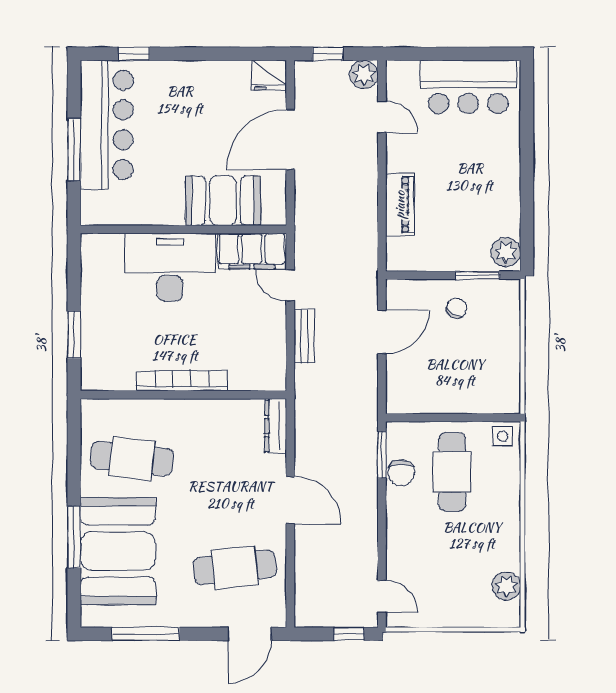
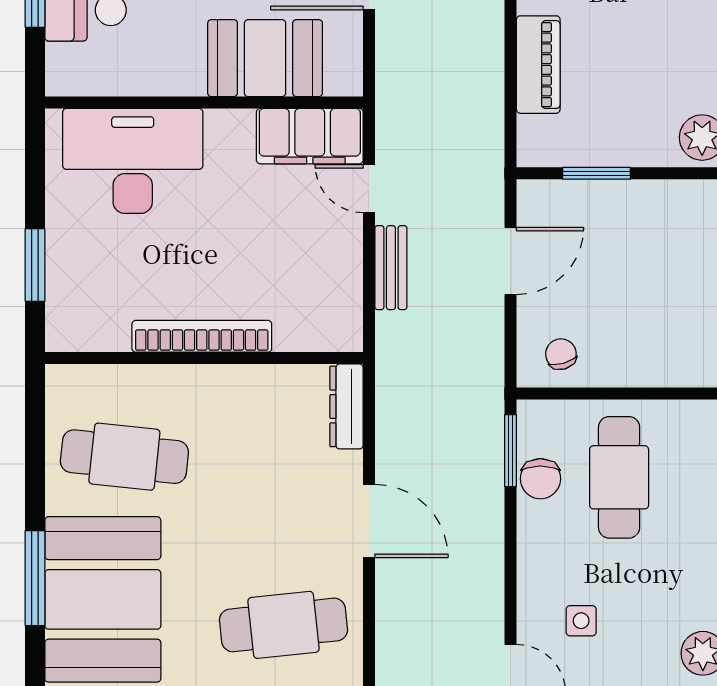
desk: (170, 267) -> (133, 161), moved
window: (478, 275) -> (596, 173), moved
chair: (456, 308) -> (561, 354), moved, turned -46
side table: (503, 436) -> (581, 621), moved

